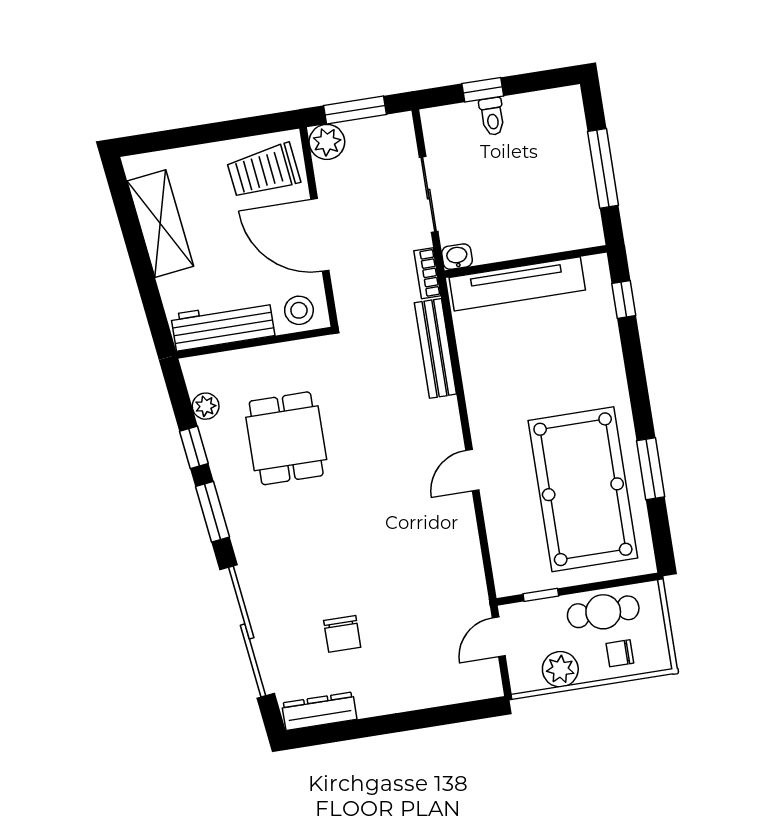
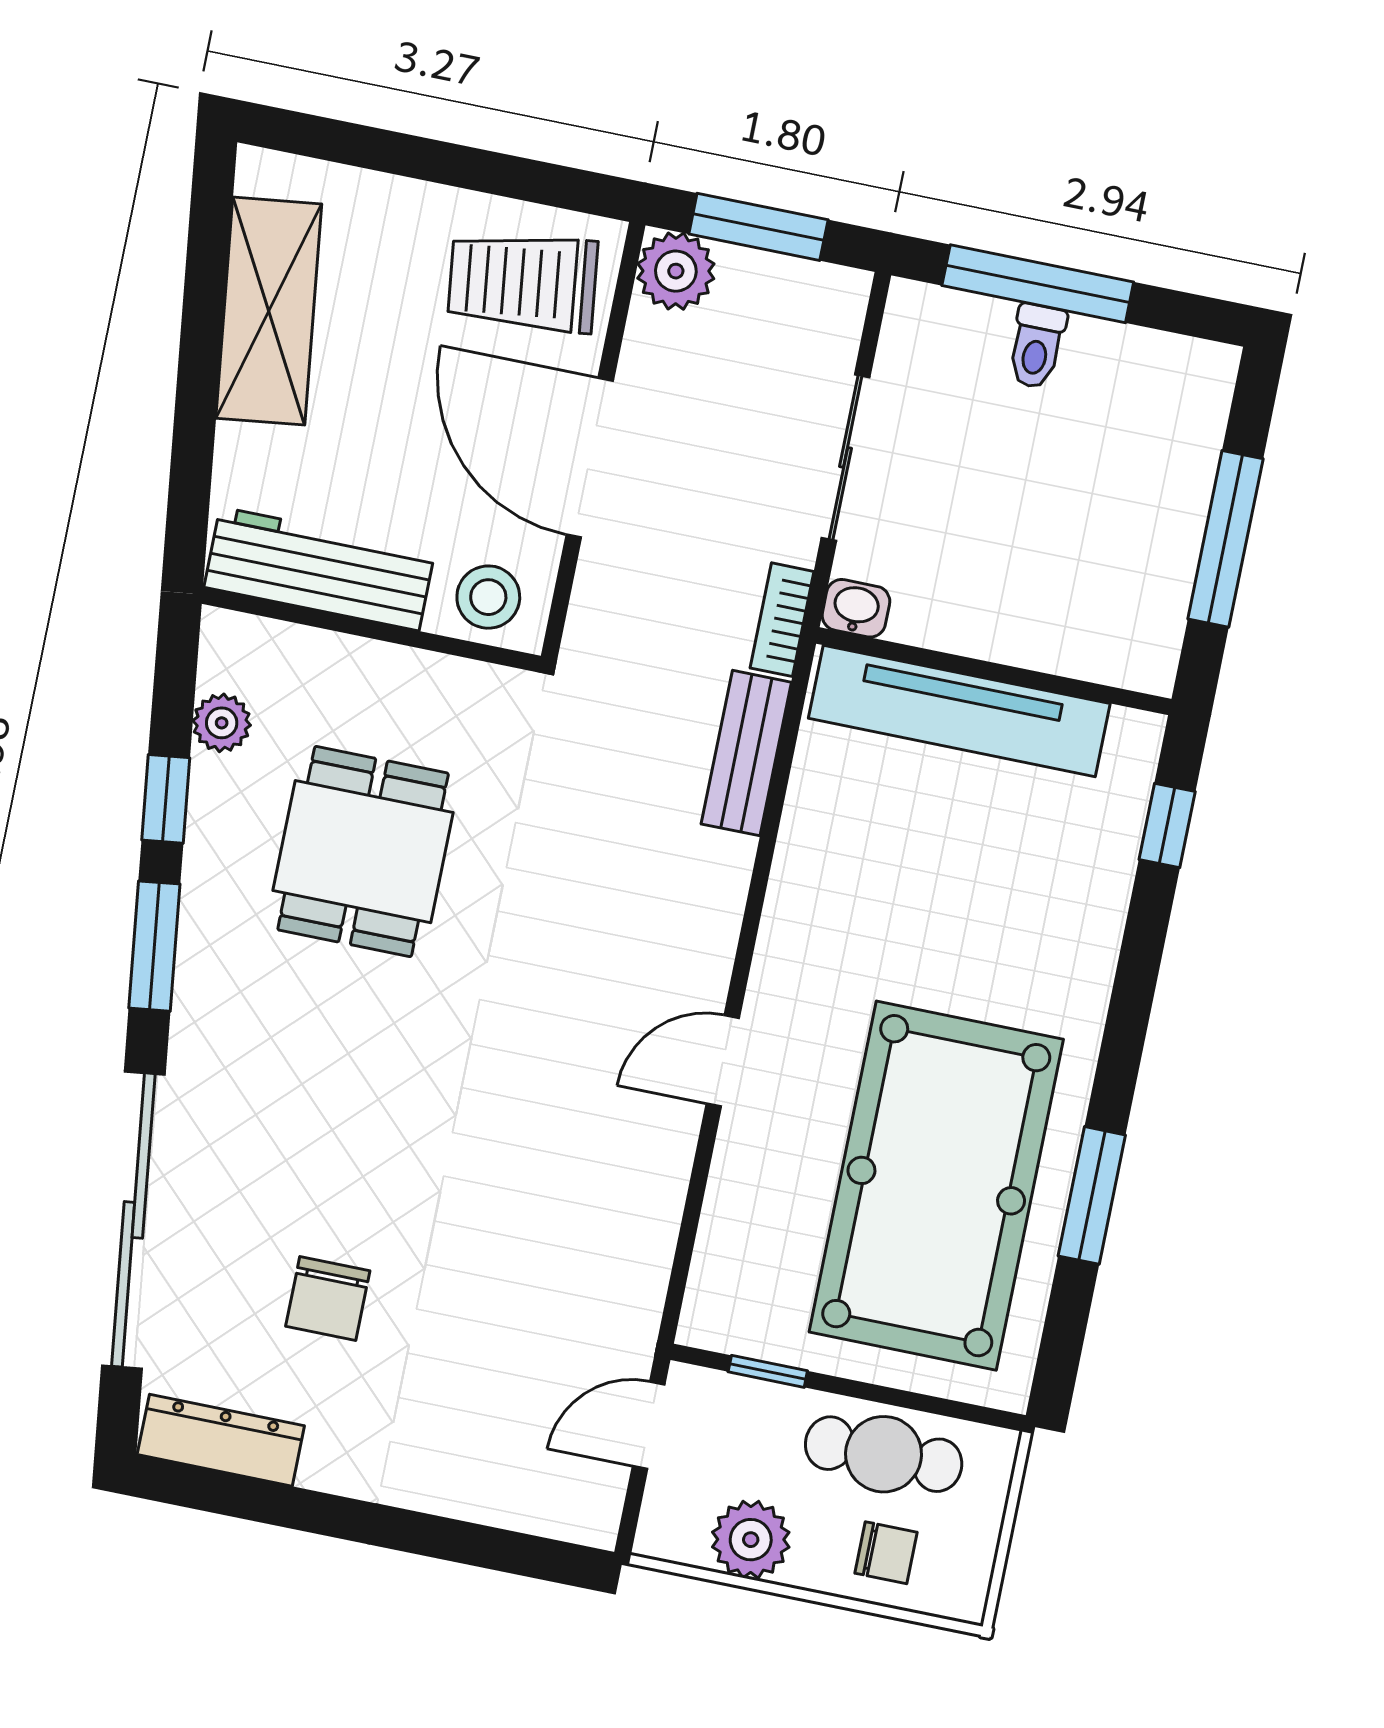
window: (483, 90) -> (1038, 284), width x2.17
bench: (435, 348) -> (746, 753), width x0.73
chair: (620, 653) -> (886, 1553), turned 180

